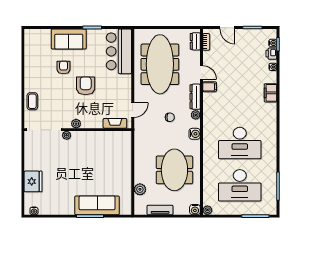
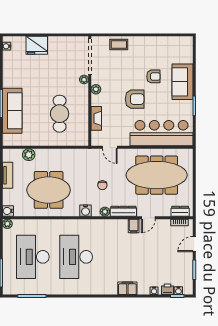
bar counter: (119, 51) -> (162, 133), width x1.36
fireplace: (115, 123) -> (96, 118), moved
cafe table: (100, 159) -> (60, 114), added

